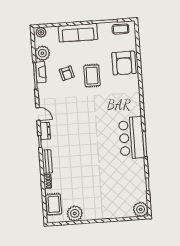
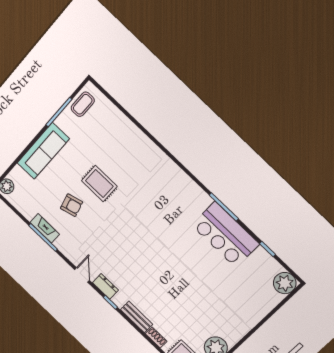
plant: (42, 53) -> (28, 207), removed
armchair: (124, 63) -> (120, 138), removed
door: (38, 114) -> (82, 275), hinge flipped
bar counter: (131, 138) -> (225, 235), moved

